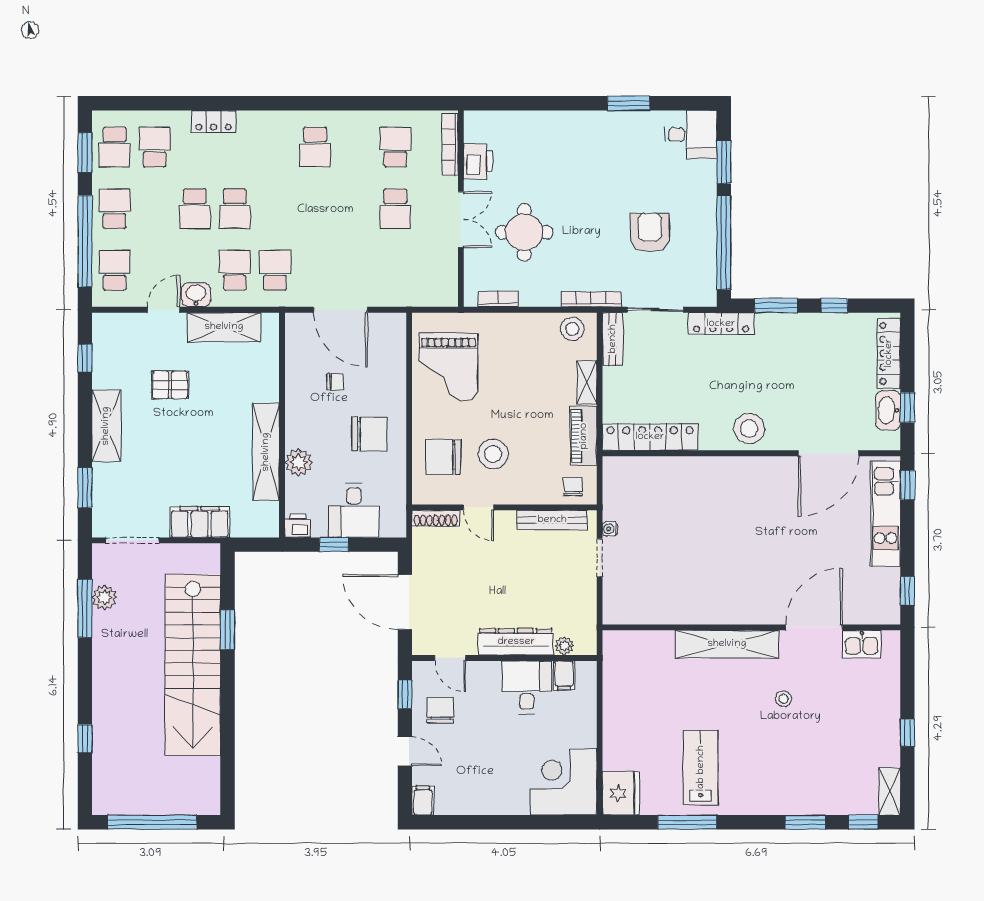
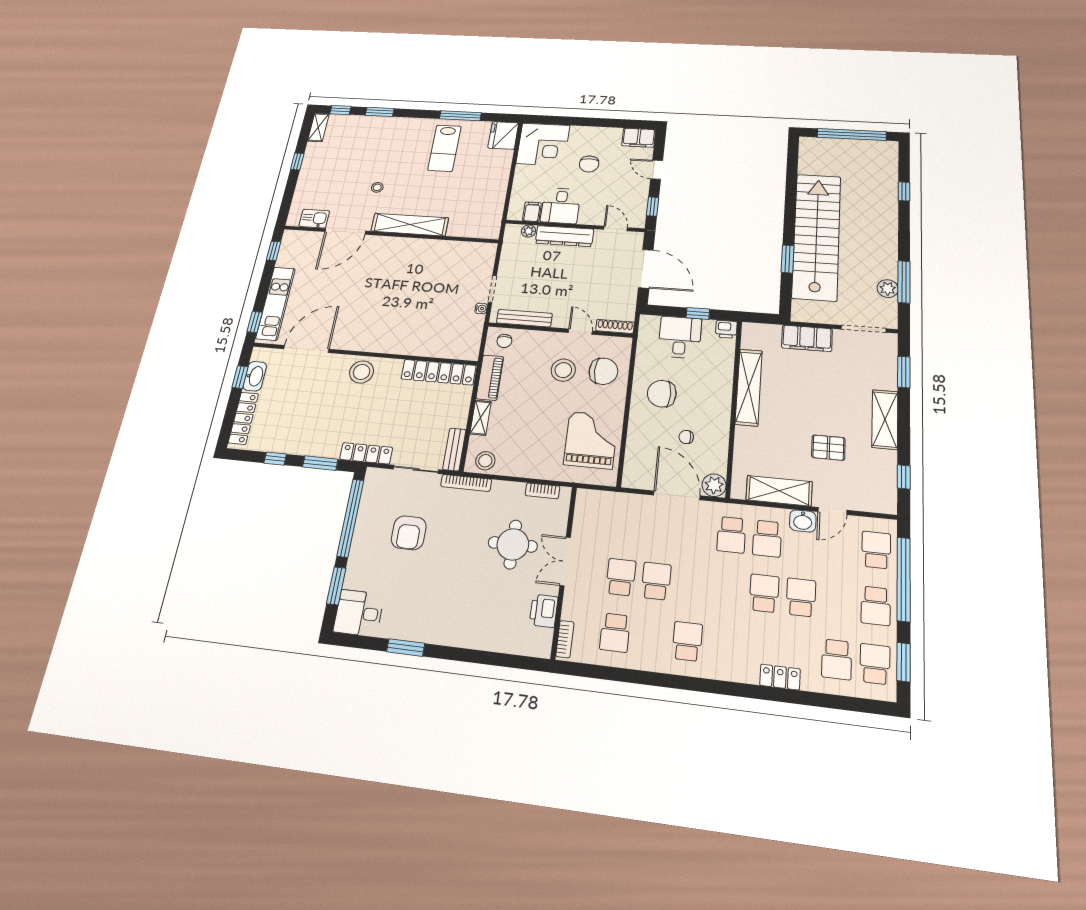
bookcase: (450, 145) -> (565, 639), width x0.64
school desk: (355, 209) -> (656, 581), added
school desk: (115, 270) -> (876, 550), turned 180
plant: (299, 462) -> (714, 485), moved
chair: (440, 710) -> (589, 164), moved
filing cabinet: (423, 801) -> (639, 138), width x2.00

